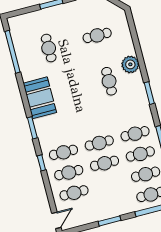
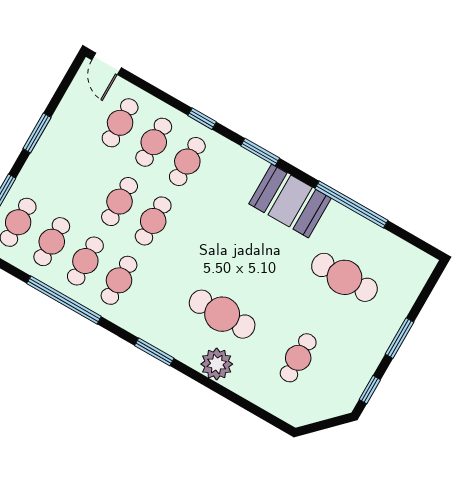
cafe table: (49, 48) -> (344, 277), width x1.37, depth x1.35
window: (12, 52) -> (351, 205), moved
cafe table: (109, 81) -> (222, 314), width x1.37, depth x1.35

